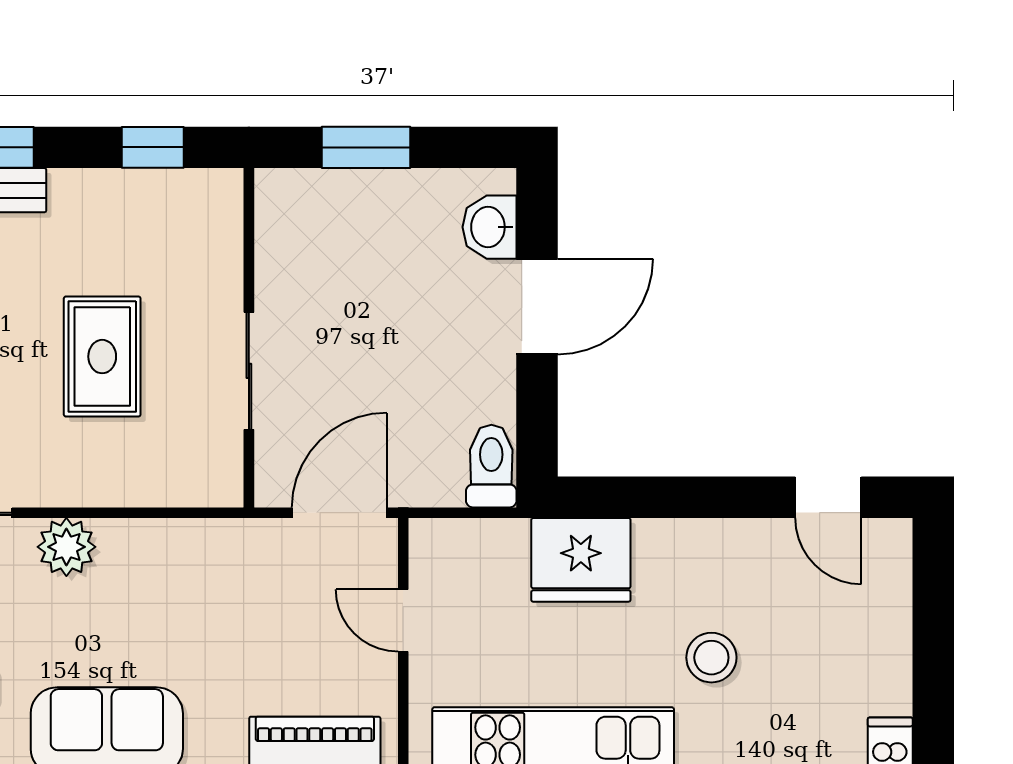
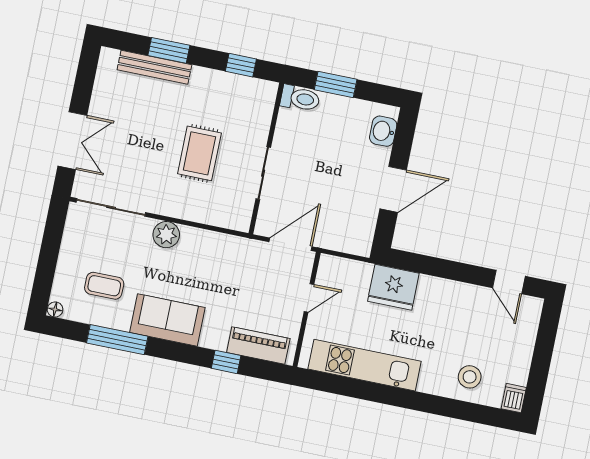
door: (537, 307) -> (393, 189), moved
toilet: (491, 466) -> (300, 98), moved, turned 90
door: (403, 620) -> (309, 298), swing flipped
stool: (711, 658) -> (470, 377), moved

